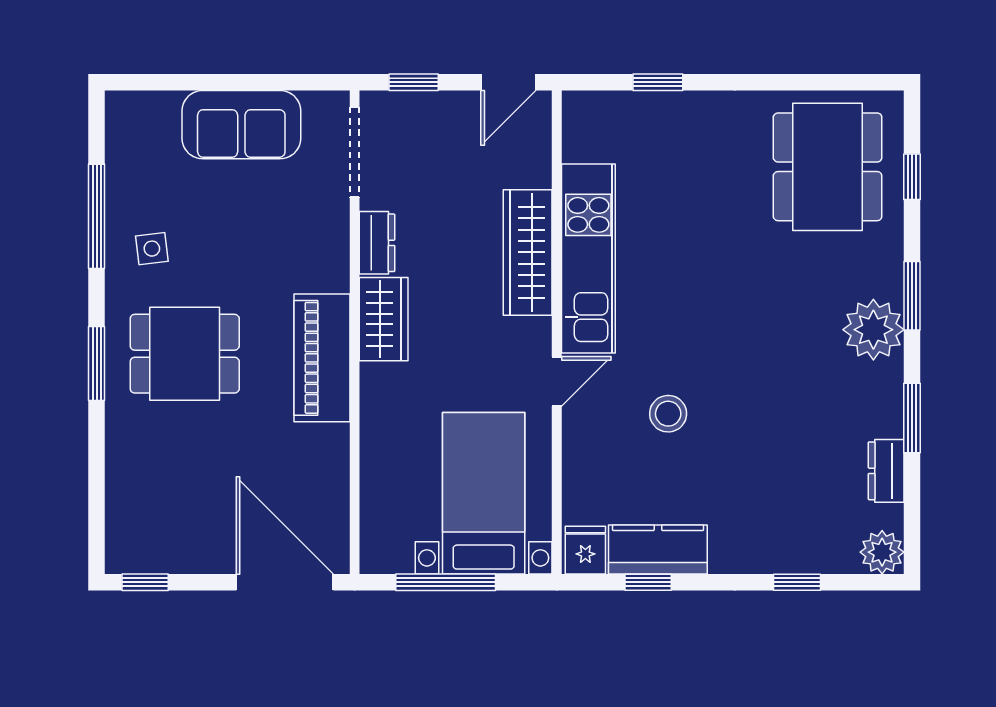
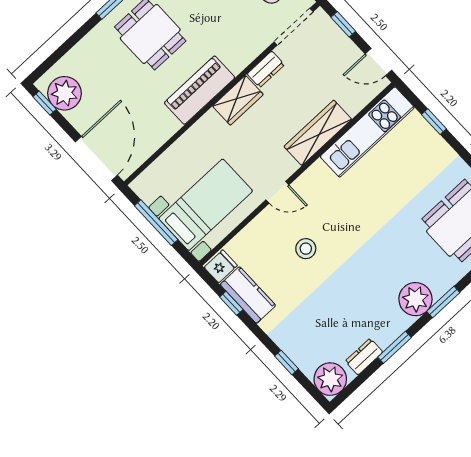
kitchen unit: (588, 258) -> (367, 132), moved
plant: (157, 543) -> (64, 93), added
plant: (882, 552) -> (330, 379), width x1.36, depth x1.36

